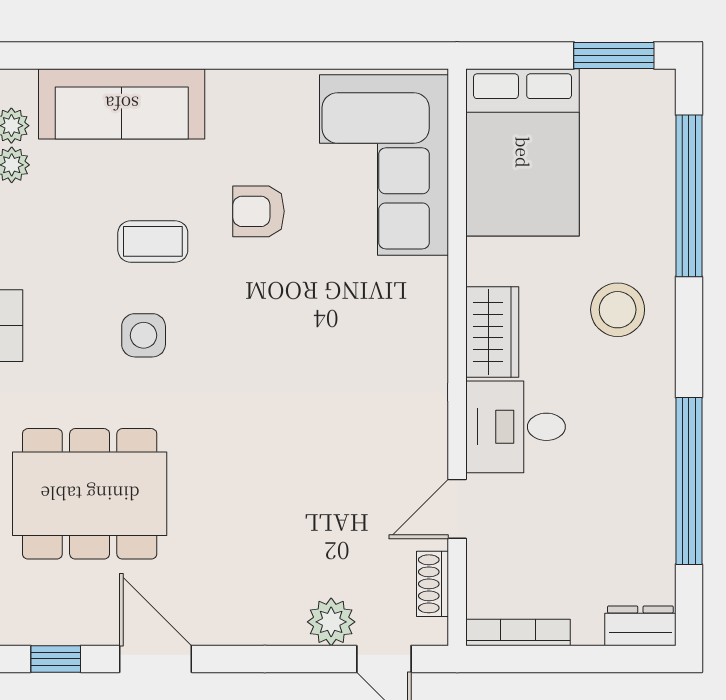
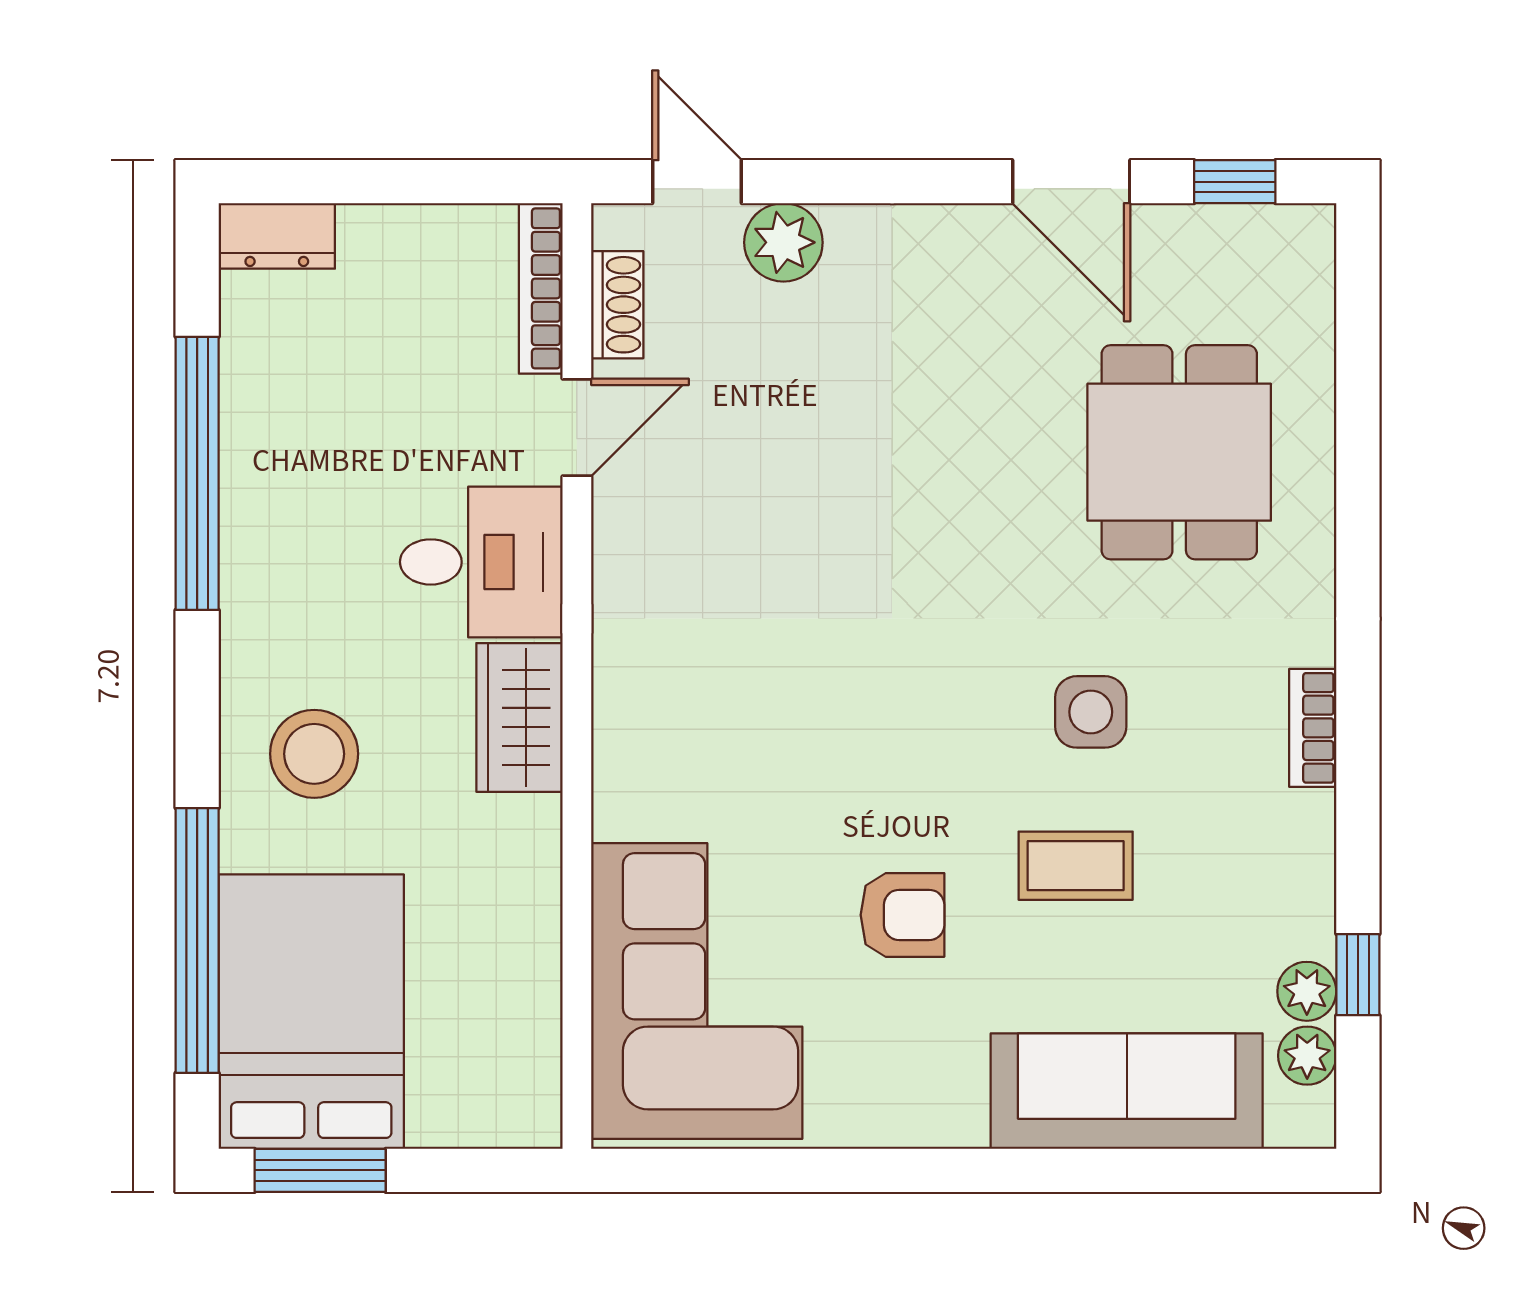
bed: (523, 152) -> (311, 1012), moved
dining table: (90, 494) -> (1179, 452), width x0.73
bookcase: (518, 632) -> (541, 288), moved, turned 90

